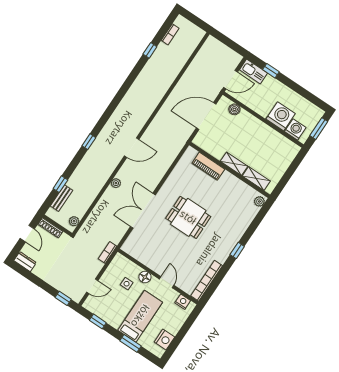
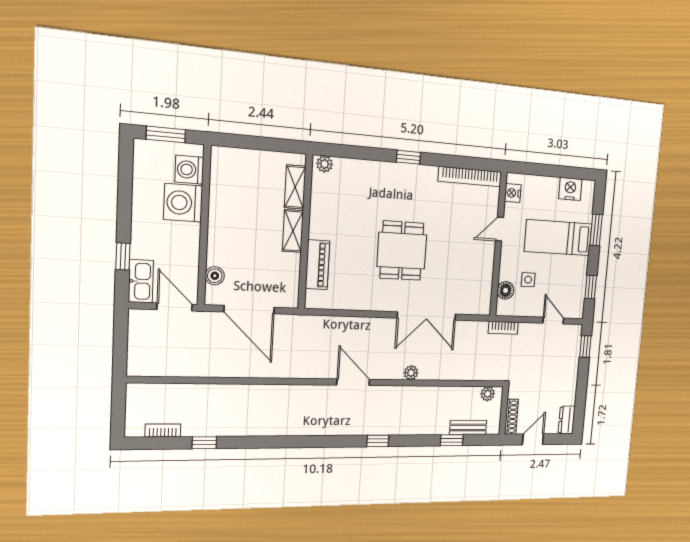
floor lamp: (145, 277) -> (506, 290), moved

